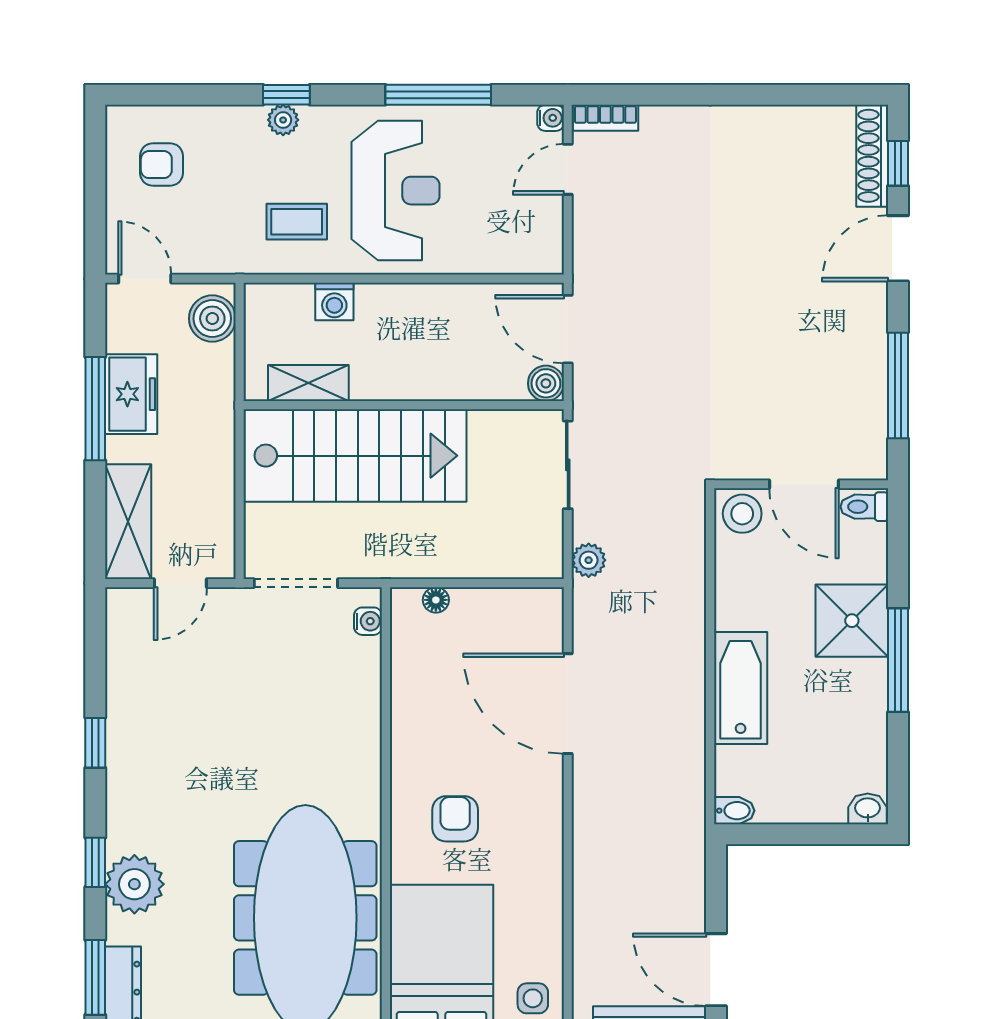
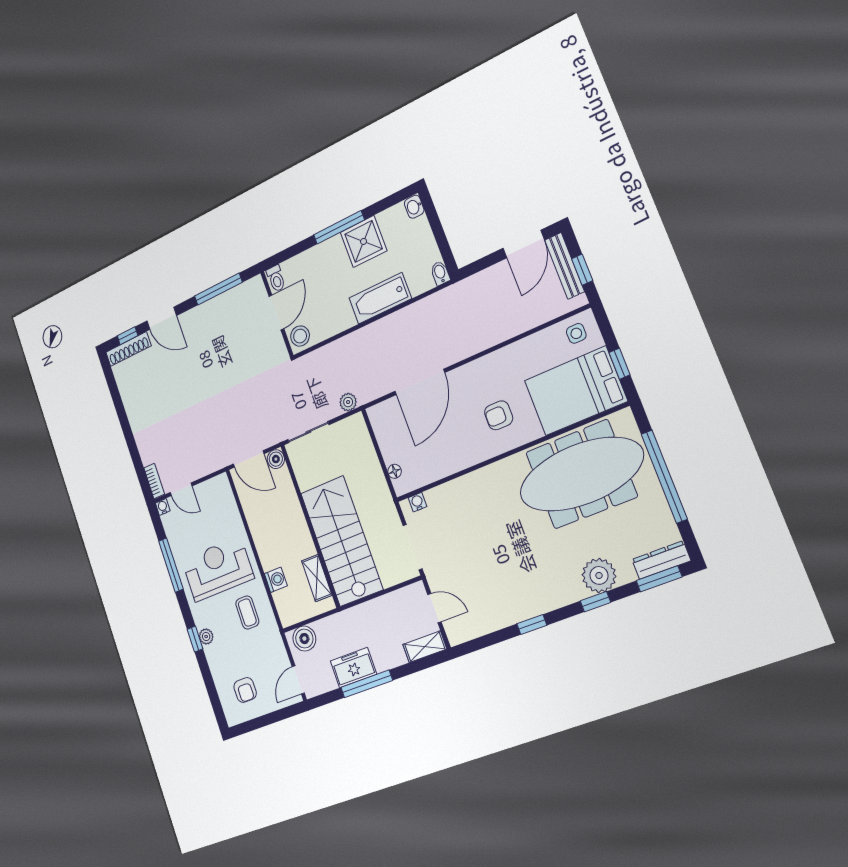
door: (568, 329) -> (249, 459), hinge flipped
shelving: (128, 522) -> (425, 647), width x0.67, depth x0.75
shower: (852, 621) -> (364, 241), moved

